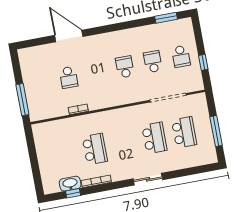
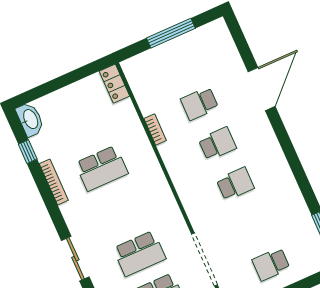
school desk: (153, 62) -> (217, 144), moved
window: (22, 100) -> (171, 33), moved
locker: (43, 128) -> (114, 84), added
washbasin: (70, 184) -> (30, 119), moved

